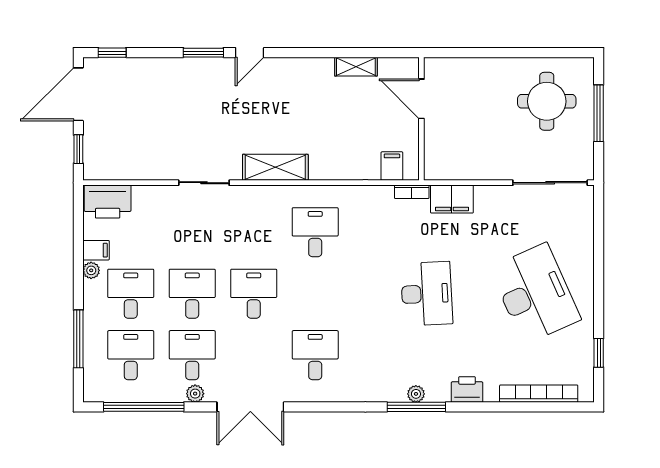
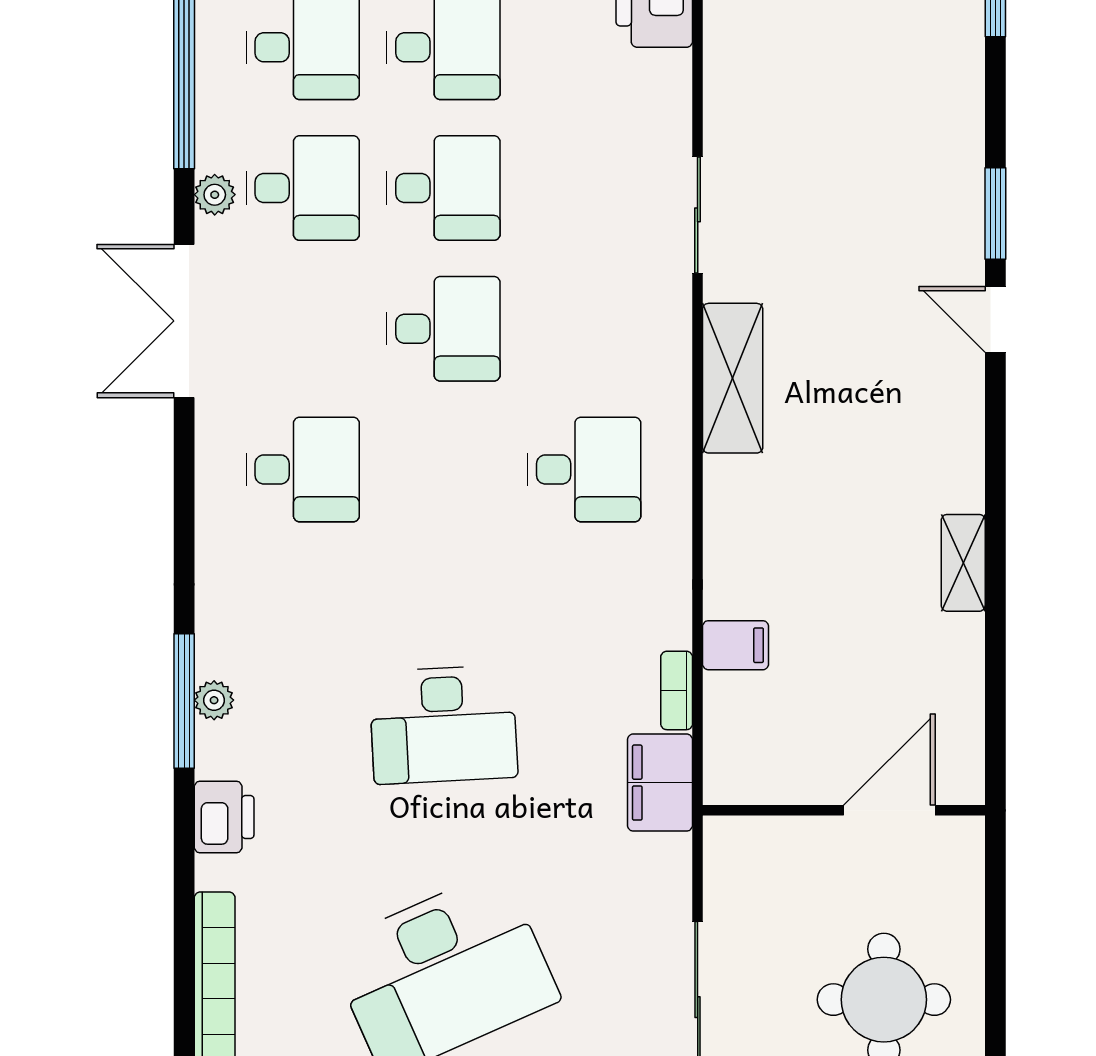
door: (421, 99) -> (889, 810), moved
wall: (421, 119) -> (844, 810), moved

